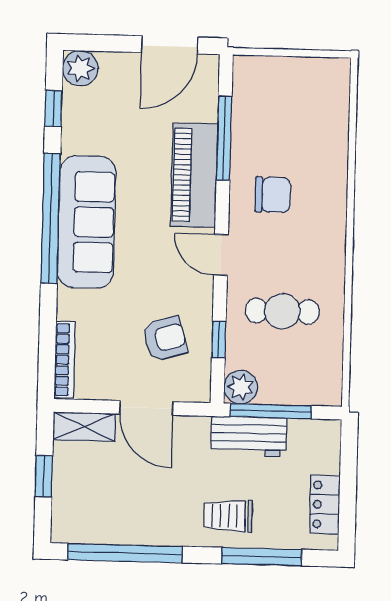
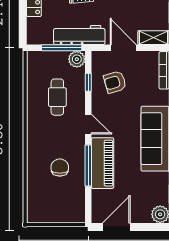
window: (224, 138) -> (88, 165), moved
chair: (273, 195) -> (60, 168), moved, turned 90
cafe table: (282, 311) -> (57, 97), turned 90
workbench: (249, 436) -> (79, 35), width x1.38

